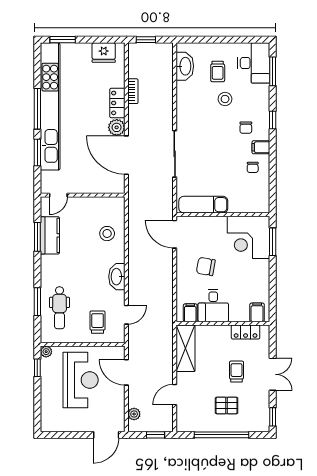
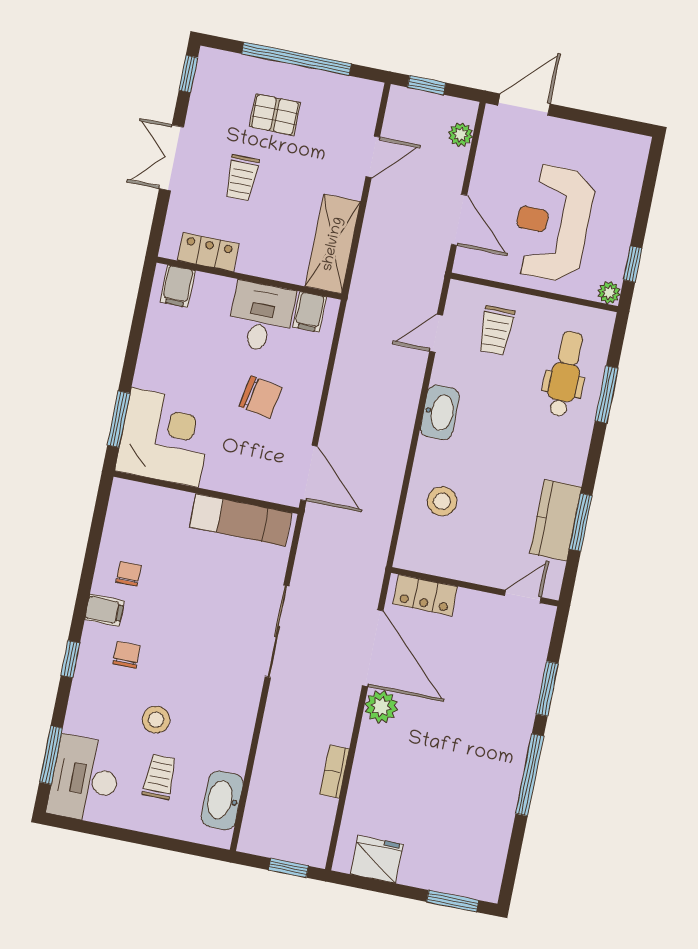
locker: (117, 103) -> (425, 595), moved, turned 90
kitchen unit: (50, 106) -> (504, 774), removed

